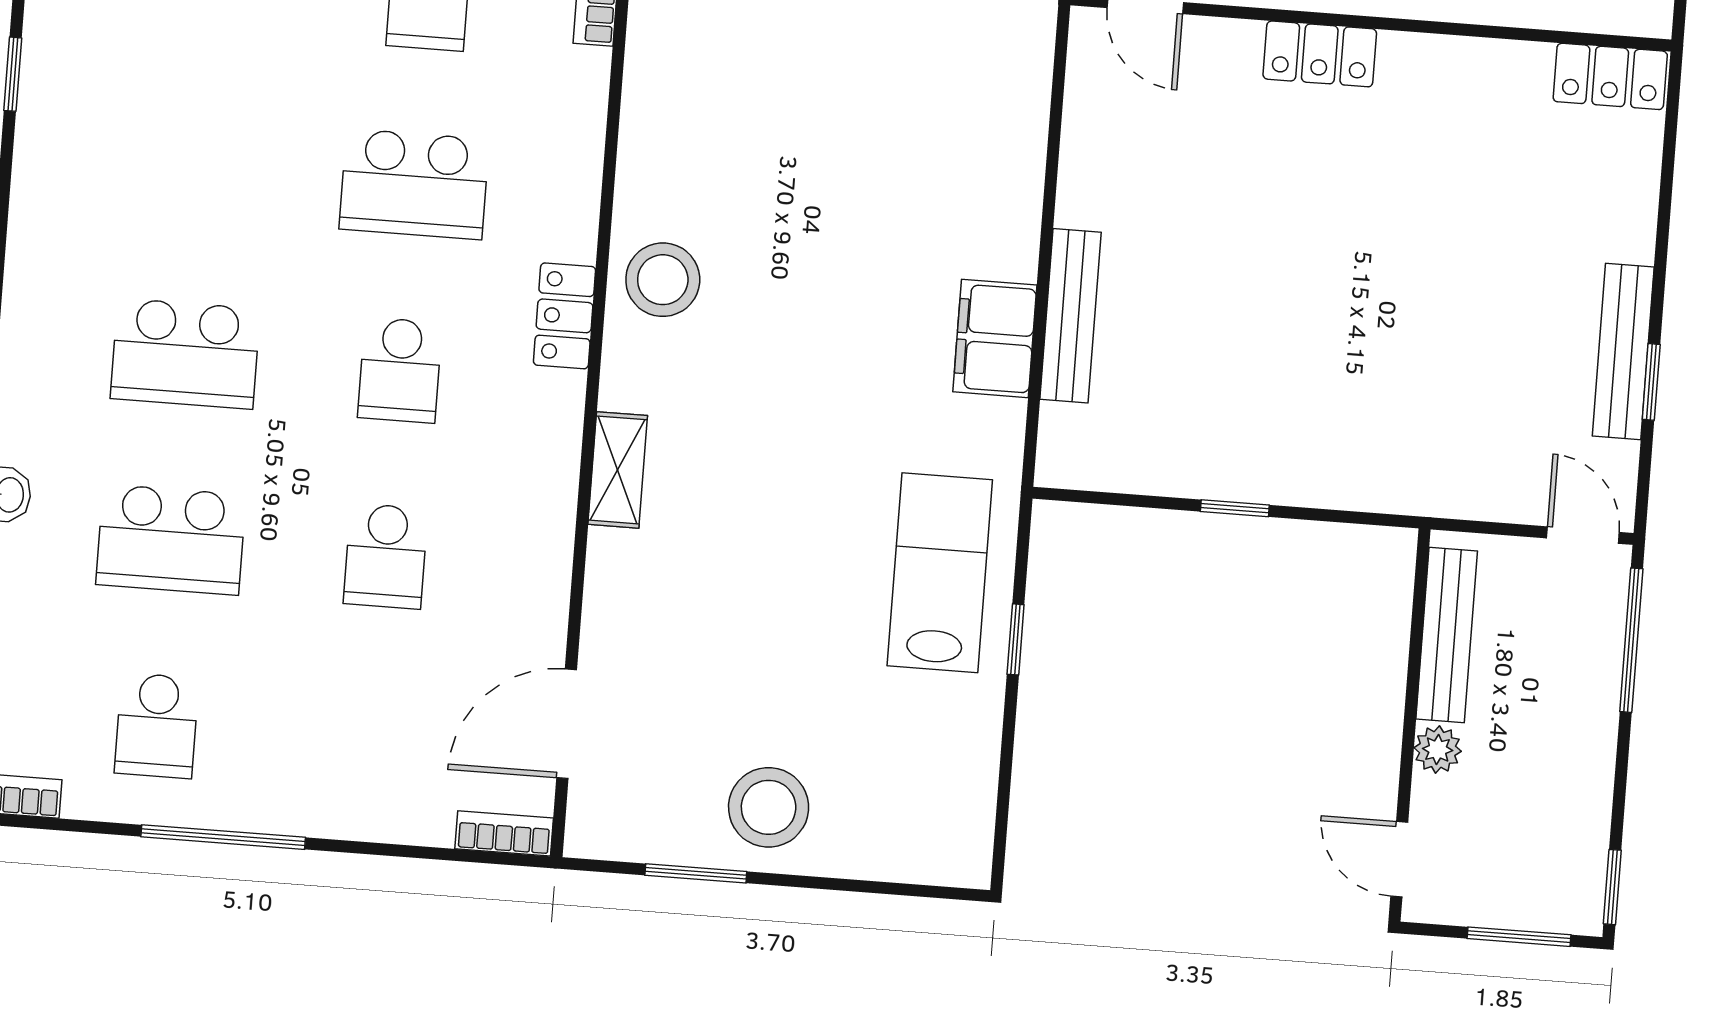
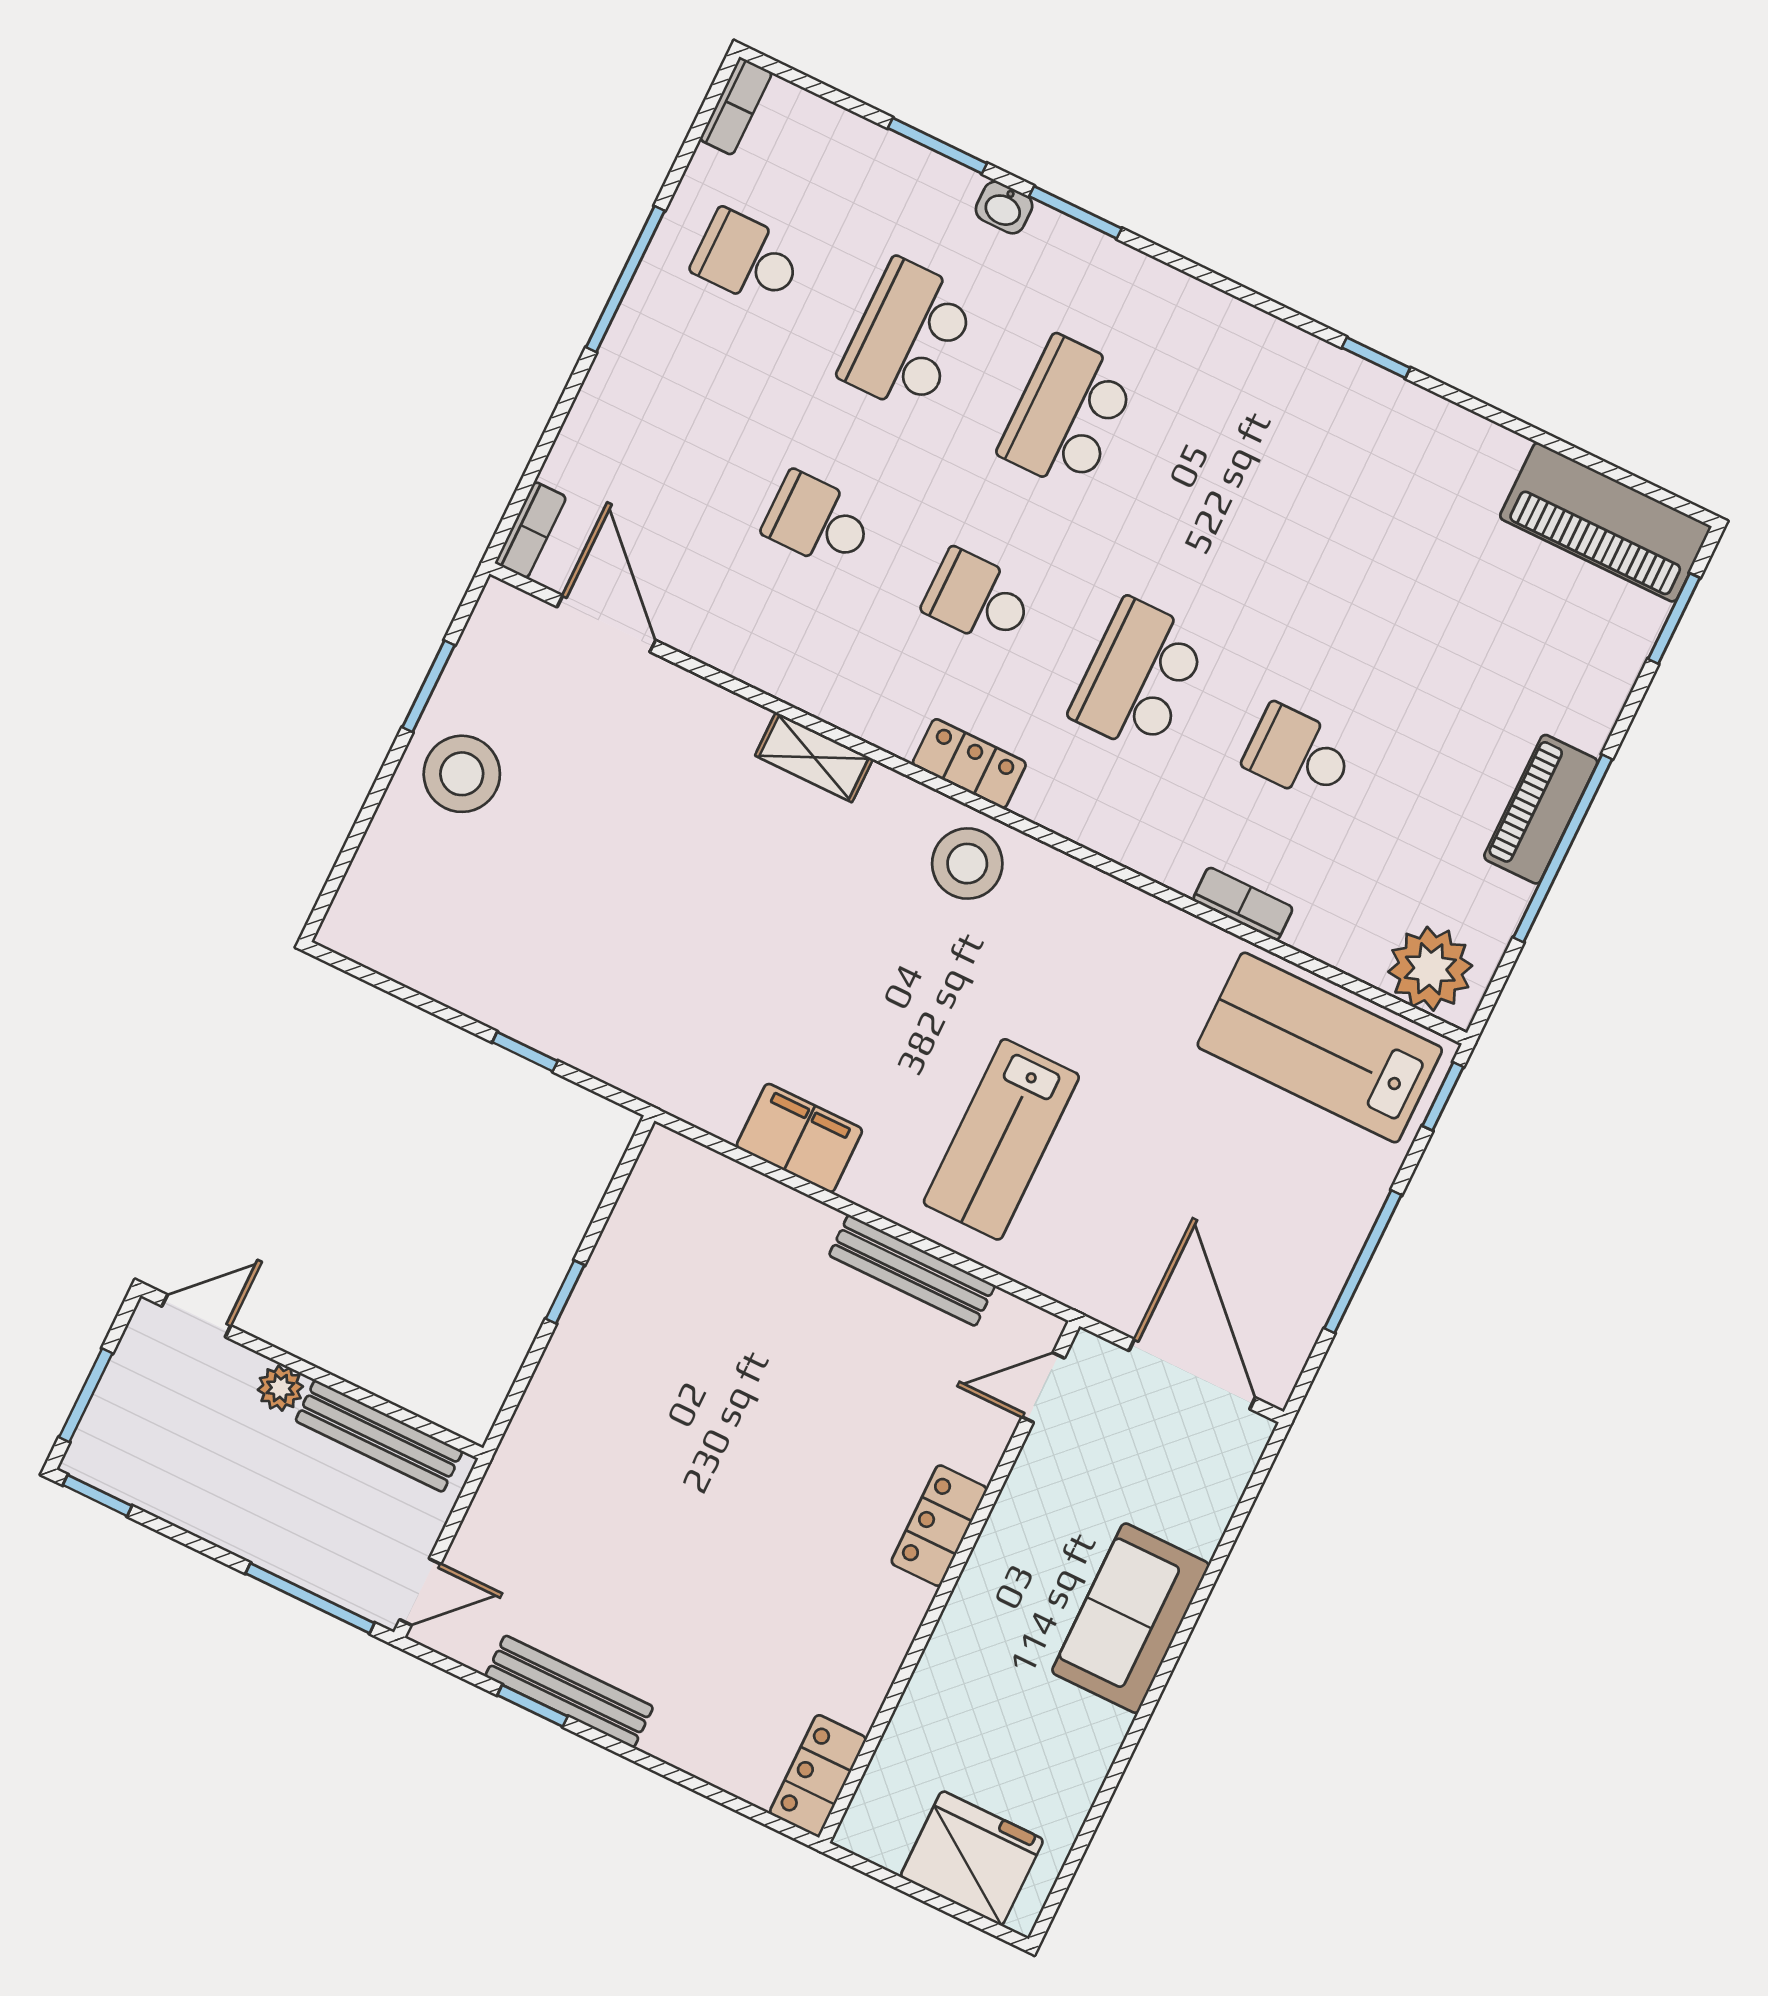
bench: (1071, 316) -> (912, 1270), moved
lab bench: (940, 573) -> (1001, 1139), moved, turned 90

